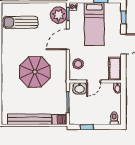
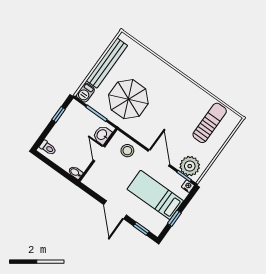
cot: (115, 69) -> (97, 184), removed
parasol: (35, 72) -> (128, 99), moved

